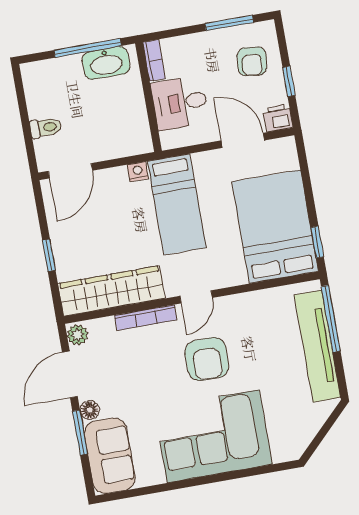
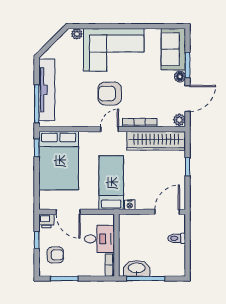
armchair: (252, 61) -> (55, 255), turned 83
armchair: (207, 359) -> (110, 94), turned -90
plant: (282, 453) -> (77, 34), added

